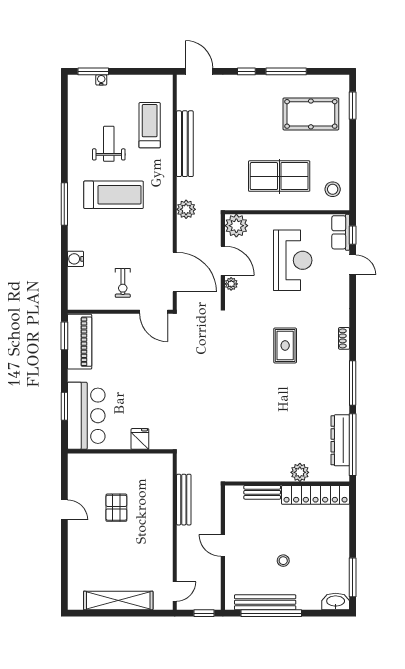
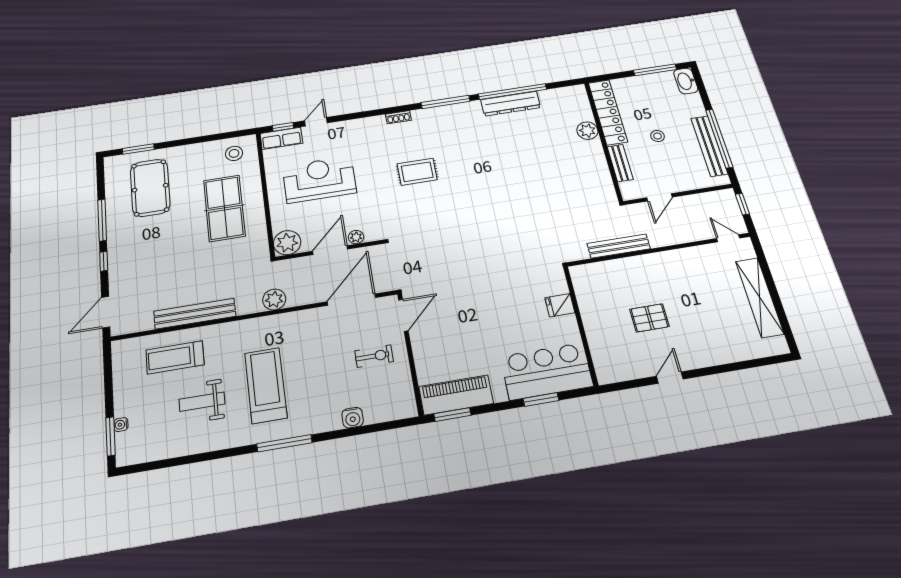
plant: (300, 472) -> (587, 131), moved
wall: (287, 483) -> (603, 141), moved
bench: (262, 492) -> (620, 163), moved
locker: (316, 495) -> (608, 112), moved

